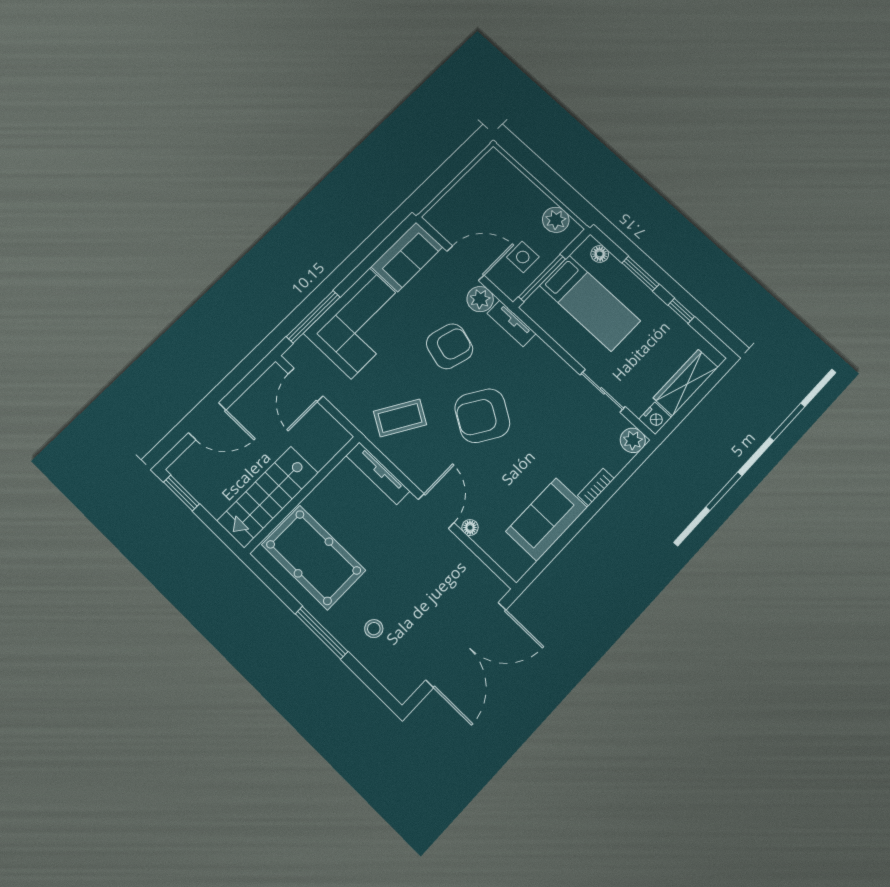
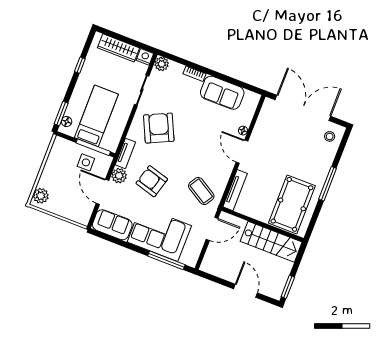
plant: (556, 220) -> (41, 196), moved
window: (640, 274) -> (61, 114), moved
door: (306, 385) -> (212, 229), moved
armchair: (482, 416) -> (159, 128), moved, turned -147
door: (436, 511) -> (242, 152), hinge flipped
stool: (374, 629) -> (330, 136), moved

